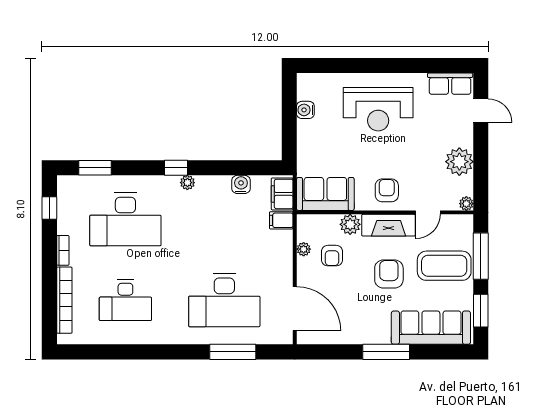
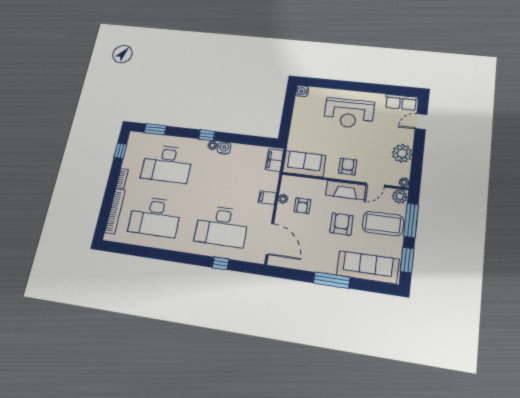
water cooler: (305, 110) -> (302, 91), moved
door: (481, 111) -> (421, 122), swing flipped
water cooler: (241, 184) -> (224, 148), moved
filing cabinet: (281, 220) -> (267, 198), moved
plant: (350, 224) -> (400, 196), moved
desk: (125, 300) -> (155, 217), width x1.36, depth x1.30
window: (233, 352) -> (221, 263), width x0.46

